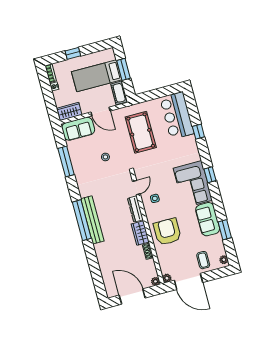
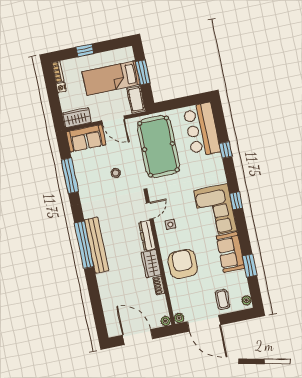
pool table: (141, 132) -> (158, 147), width x1.36, depth x1.32

